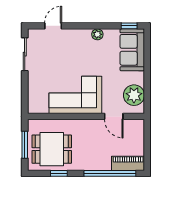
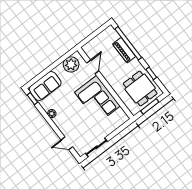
piano: (128, 163) -> (124, 50), moved

